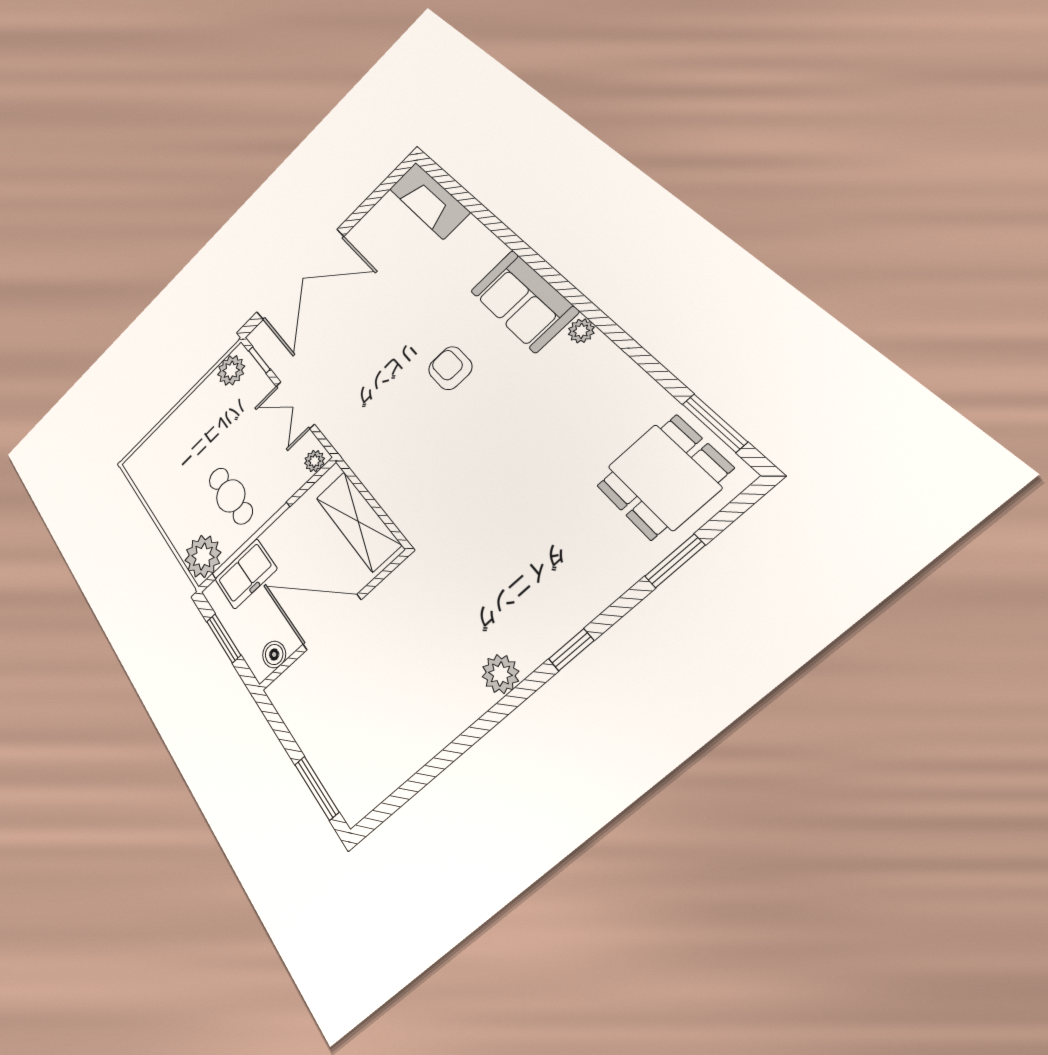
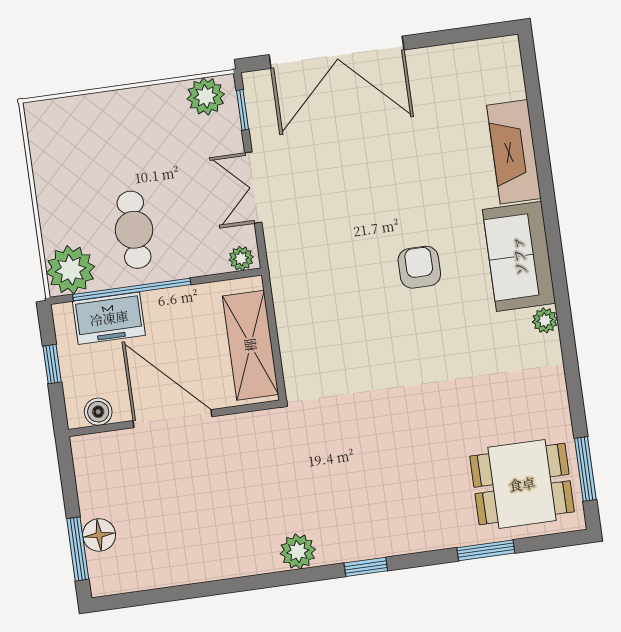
fireplace: (429, 200) -> (514, 152), moved
window: (224, 638) -> (52, 364), width x0.67
floor lamp: (327, 764) -> (99, 535), added

